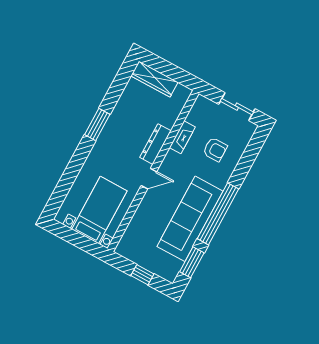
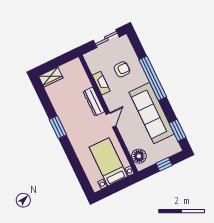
wardrobe: (154, 79) -> (51, 77), width x0.67
window: (218, 214) -> (153, 78), moved
floor lamp: (131, 240) -> (139, 156), added

